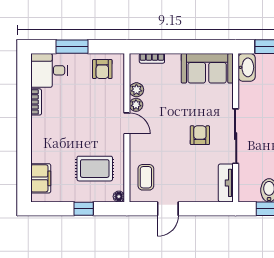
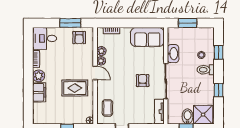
window: (72, 47) -> (70, 23), moved
washbasin: (247, 67) -> (173, 54), moved
plant: (40, 128) -> (39, 76), added
rug: (95, 169) -> (75, 88), moved
filing cabinet: (41, 178) -> (39, 92), moved

